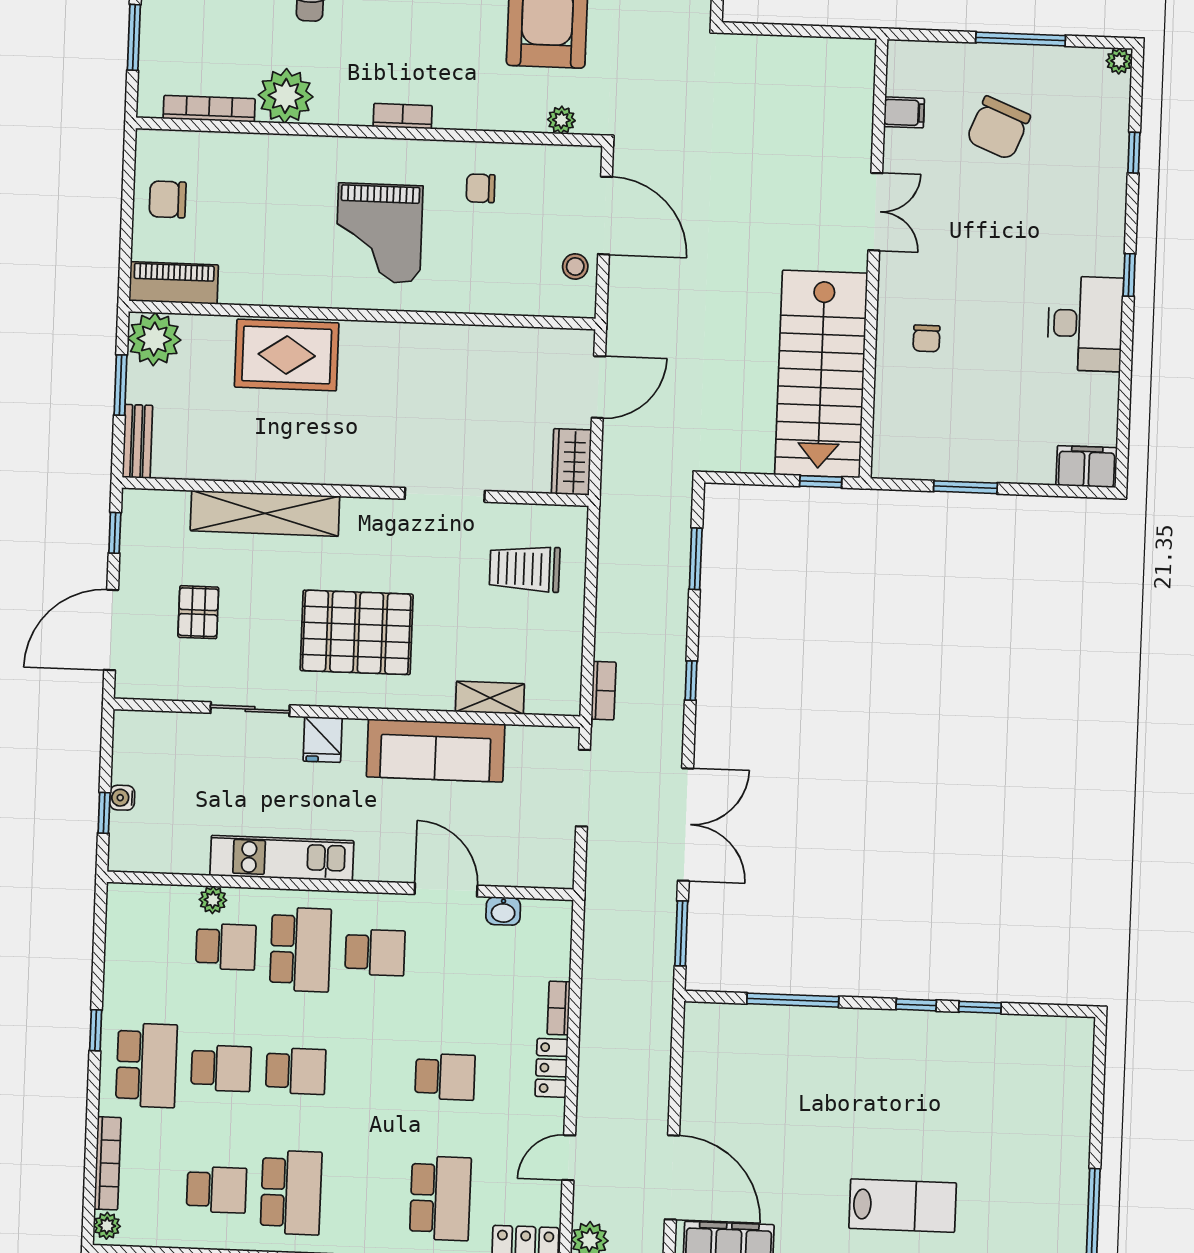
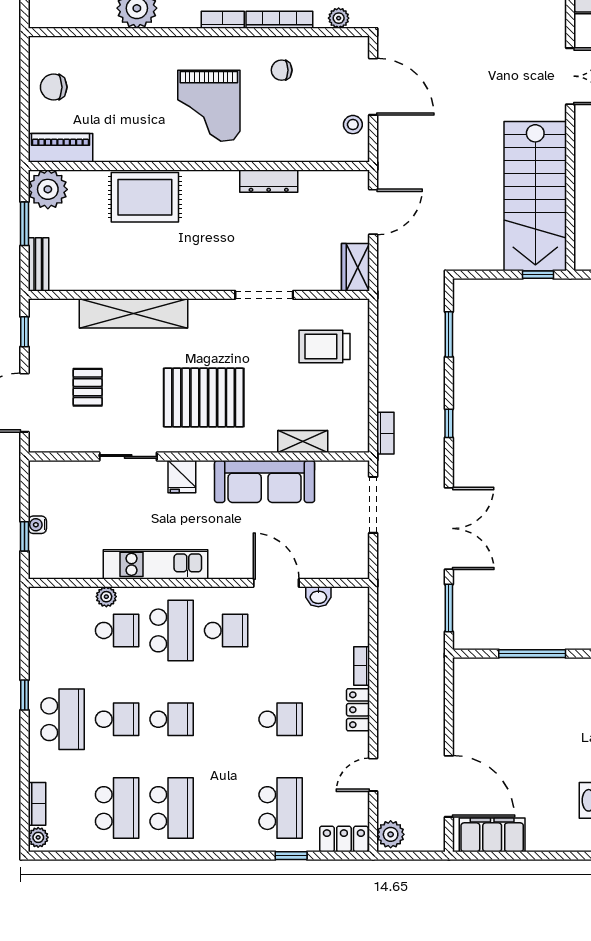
bookcase: (209, 109) -> (279, 20), moved
dresser: (457, 339) -> (269, 181), added
bookcase: (108, 1163) -> (37, 804), width x0.64
school desk: (216, 1190) -> (117, 808), width x1.85

